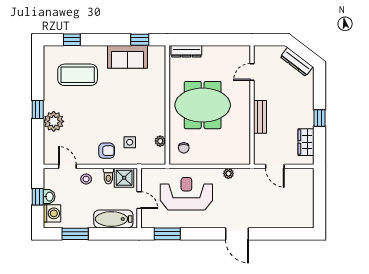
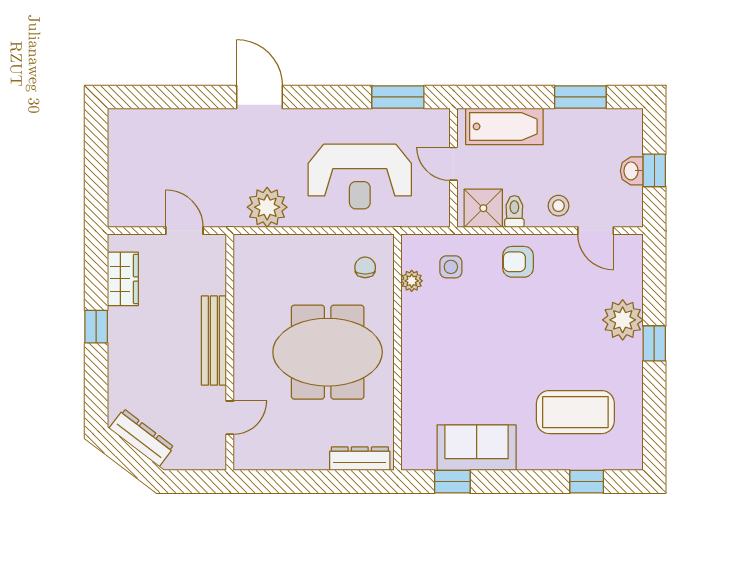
bench: (260, 117) -> (214, 341), width x1.36
side table: (130, 142) -> (451, 267), moved
plant: (228, 173) -> (267, 207), width x1.88, depth x1.88
washing machine: (52, 213) -> (626, 138), removed

